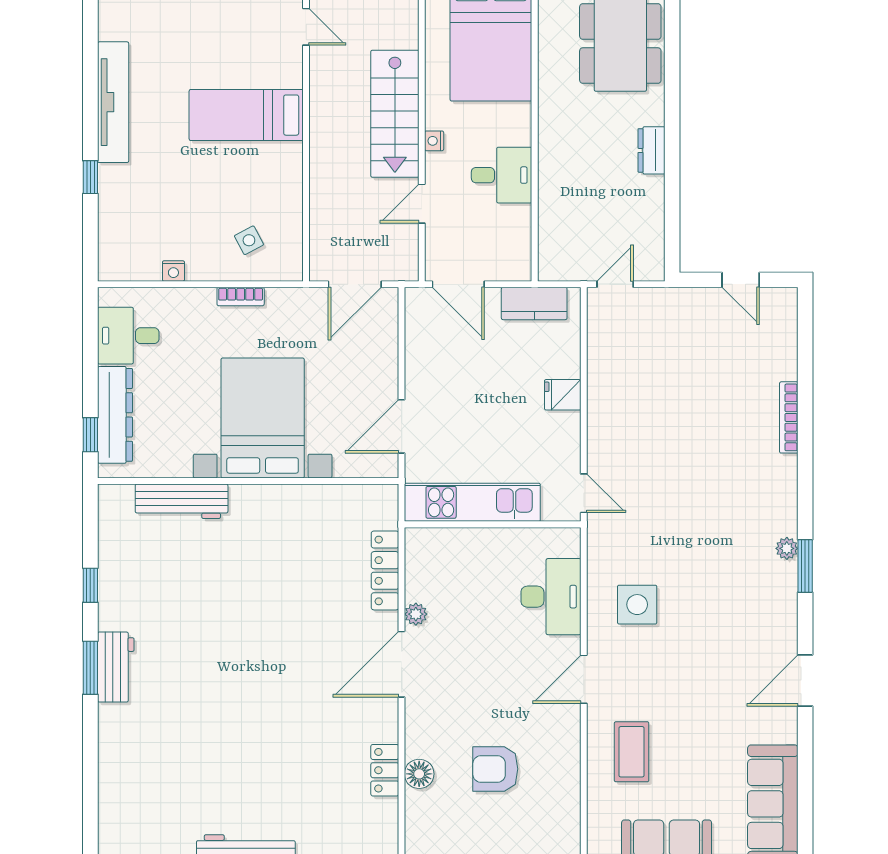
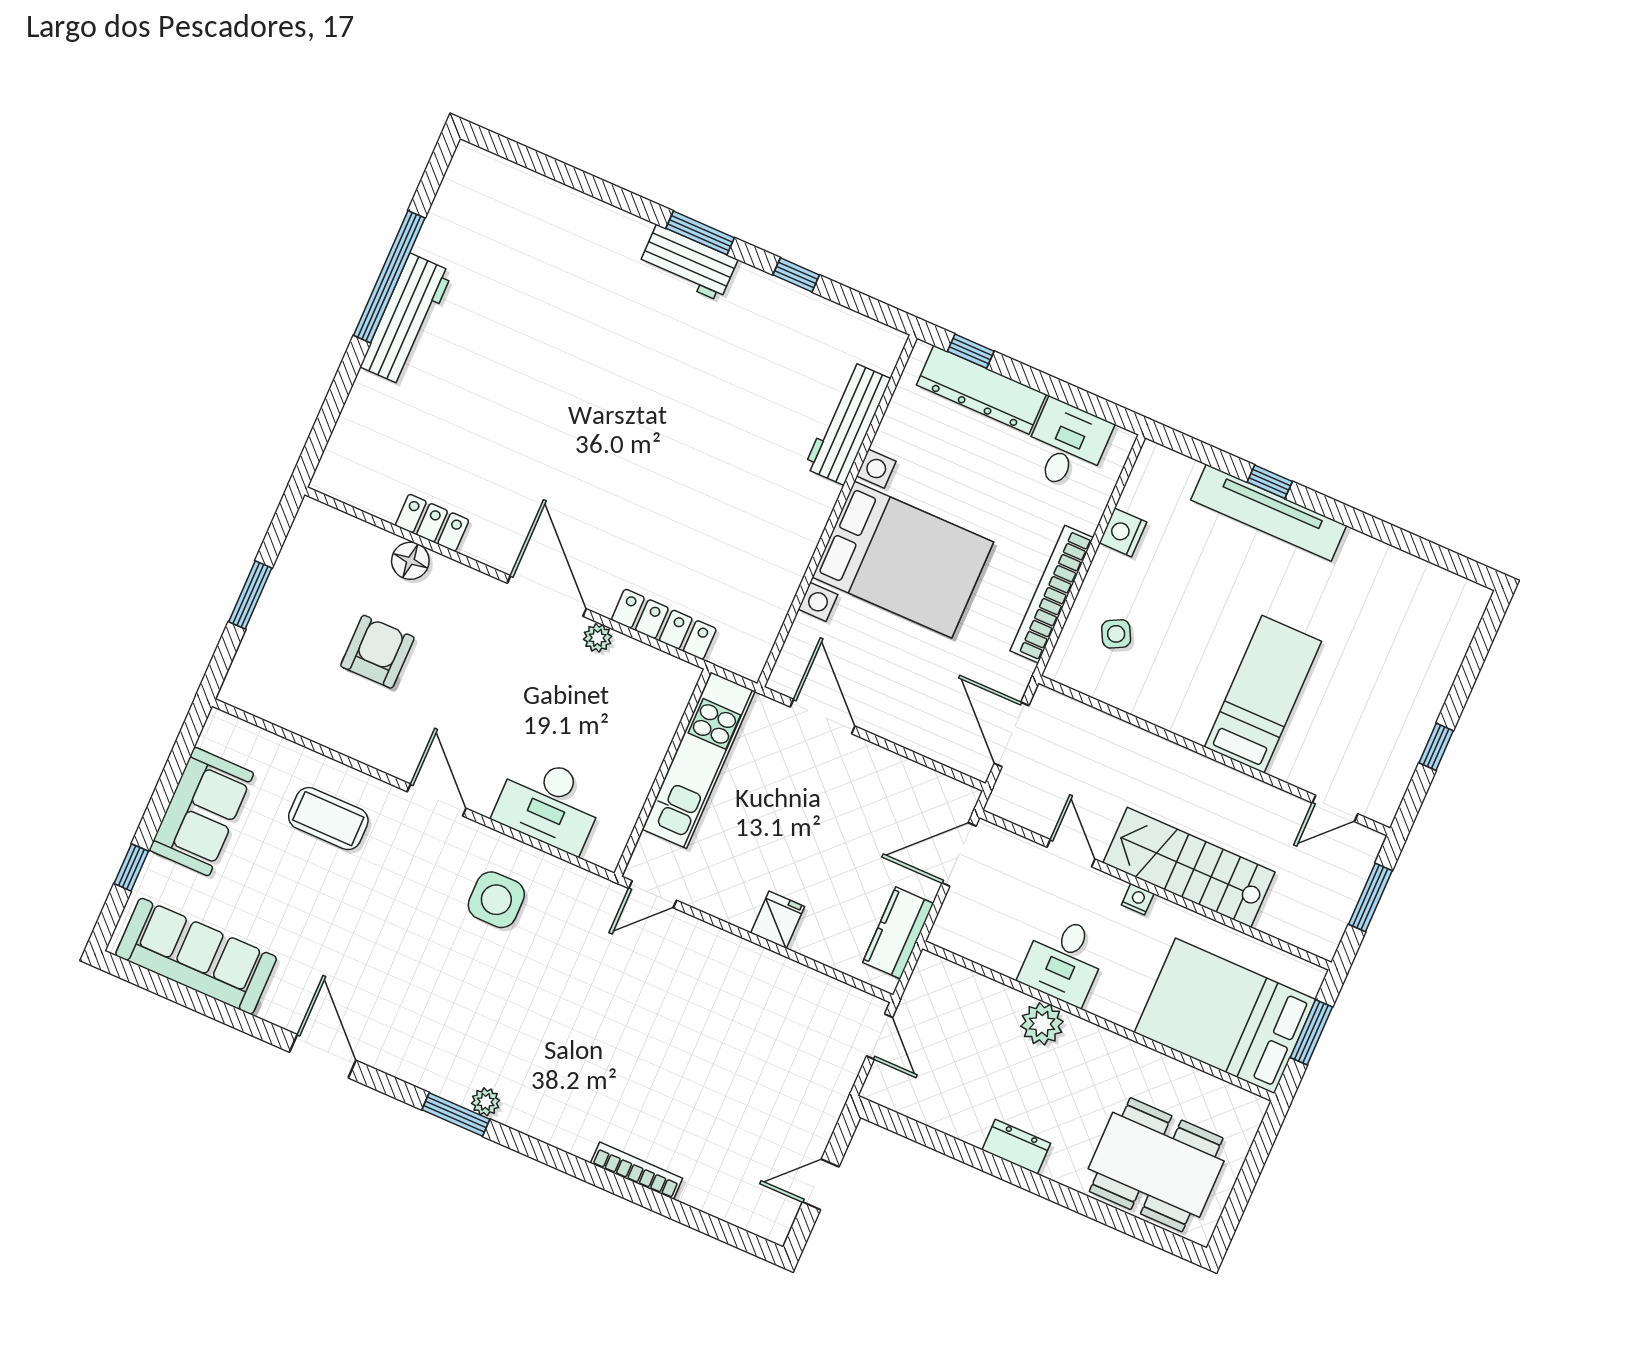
tv unit: (113, 102) -> (1269, 513), moved
plant: (554, 171) -> (1042, 1024), added
nightstand: (173, 271) -> (1123, 532), width x1.39, depth x1.35
bookcase: (241, 296) -> (1052, 594), width x2.31, depth x1.31

